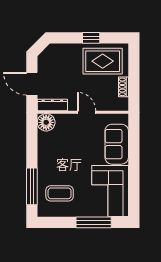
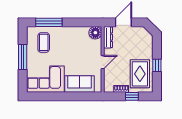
window: (134, 72) -> (132, 96), added
window: (94, 222) -> (23, 57), moved

